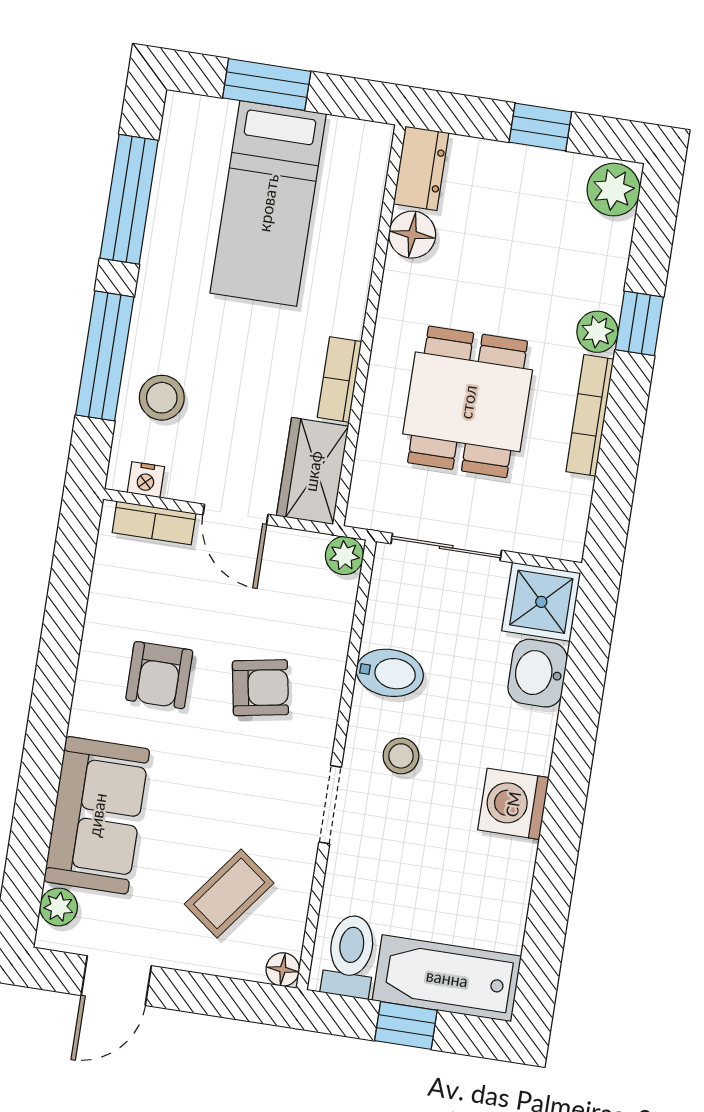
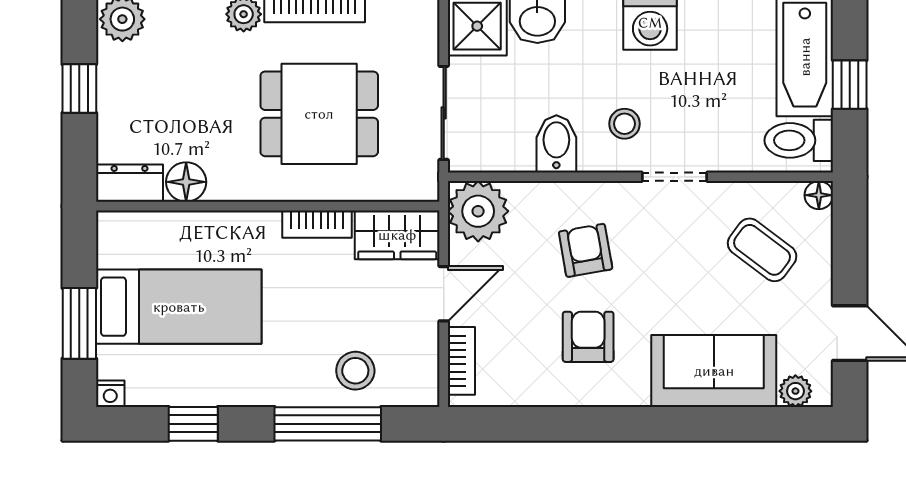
window: (129, 199) -> (193, 424), width x0.46
nightstand: (146, 480) -> (110, 394), moved, turned 90
plant: (344, 556) -> (478, 211), width x1.88, depth x1.88
armchair: (159, 675) -> (588, 337), turned -90

